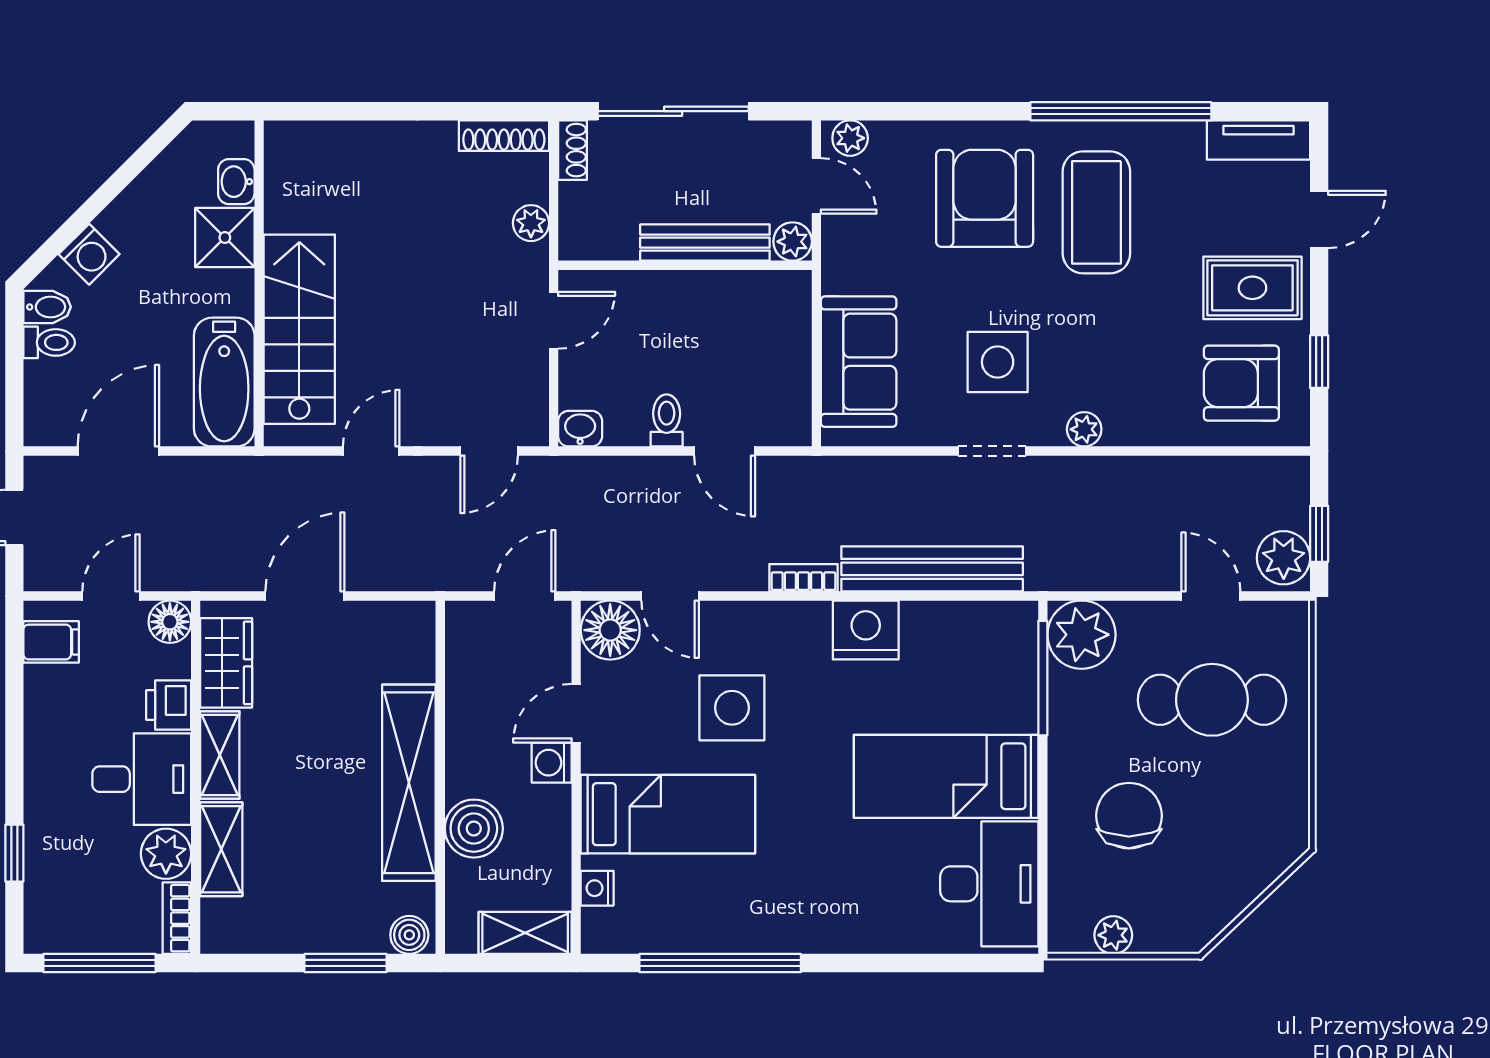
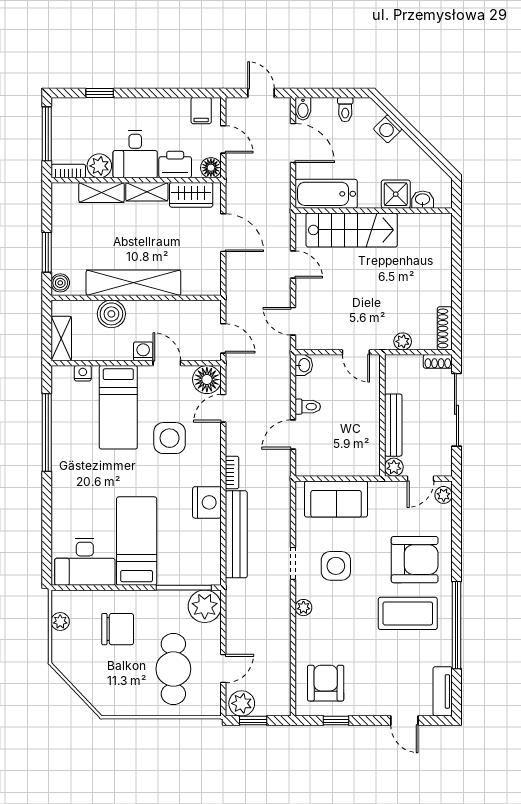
rug: (1252, 288) -> (372, 688), removed
bidet: (47, 307) -> (303, 109), moved
printer: (169, 705) -> (175, 165), width x1.36, depth x1.24

